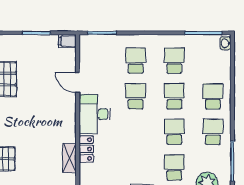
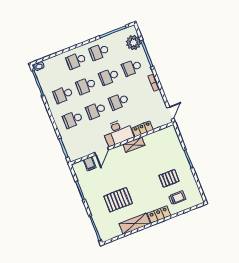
filing cabinet: (67, 41) -> (90, 164), moved
school desk: (136, 132) -> (119, 101), added
shelving: (70, 158) -> (134, 145), moved

